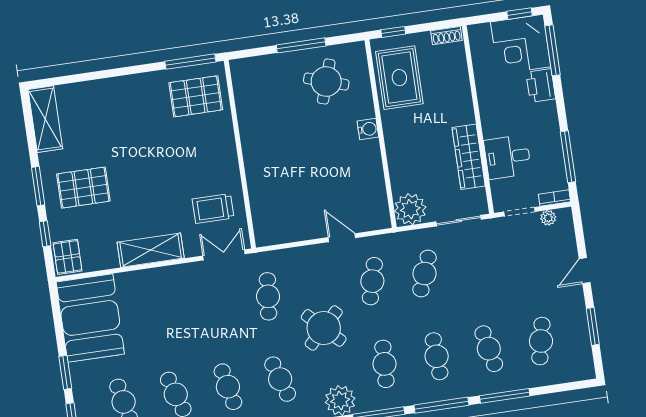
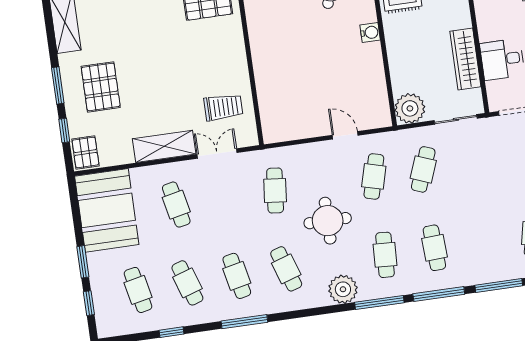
pallet: (83, 188) -> (101, 87), turned 90
trolley: (213, 209) -> (223, 107), turned 180
double door: (224, 255) -> (217, 153), moved
round table: (324, 328) -> (328, 221), turned 45
cafe table: (489, 349) -> (176, 205), moved

